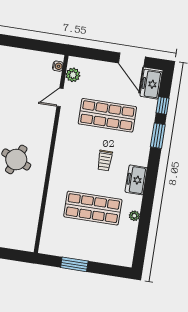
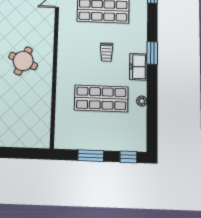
window: (158, 136) -> (152, 53), moved
window: (112, 270) -> (128, 157), added

